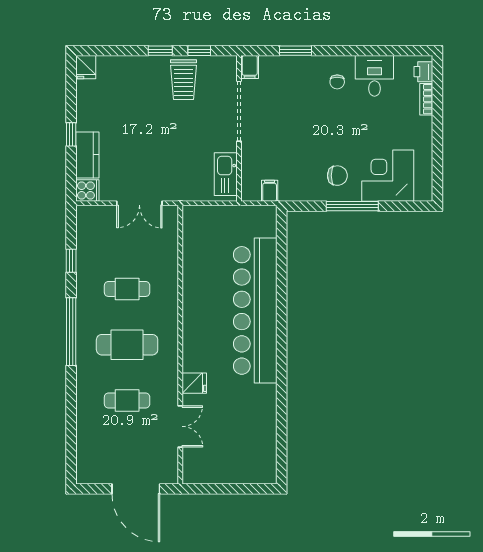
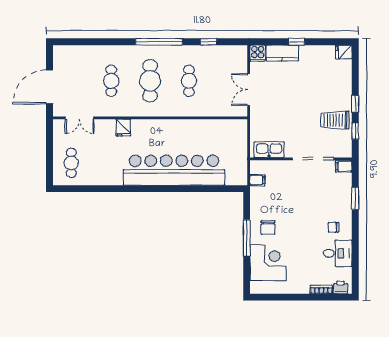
double door: (180, 426) -> (80, 118), moved
cafe table: (245, 458) -> (71, 163), added

